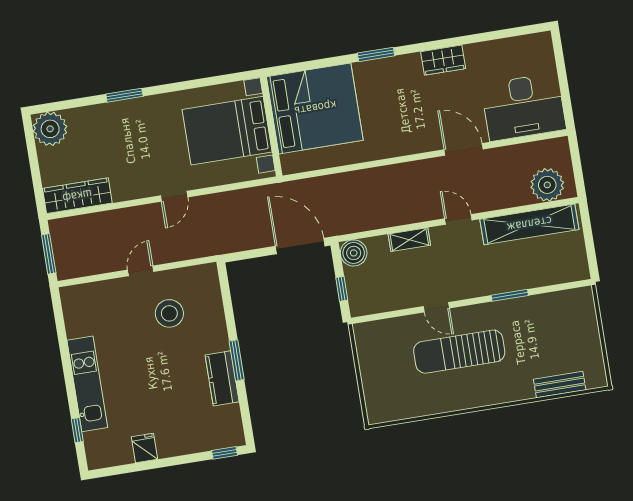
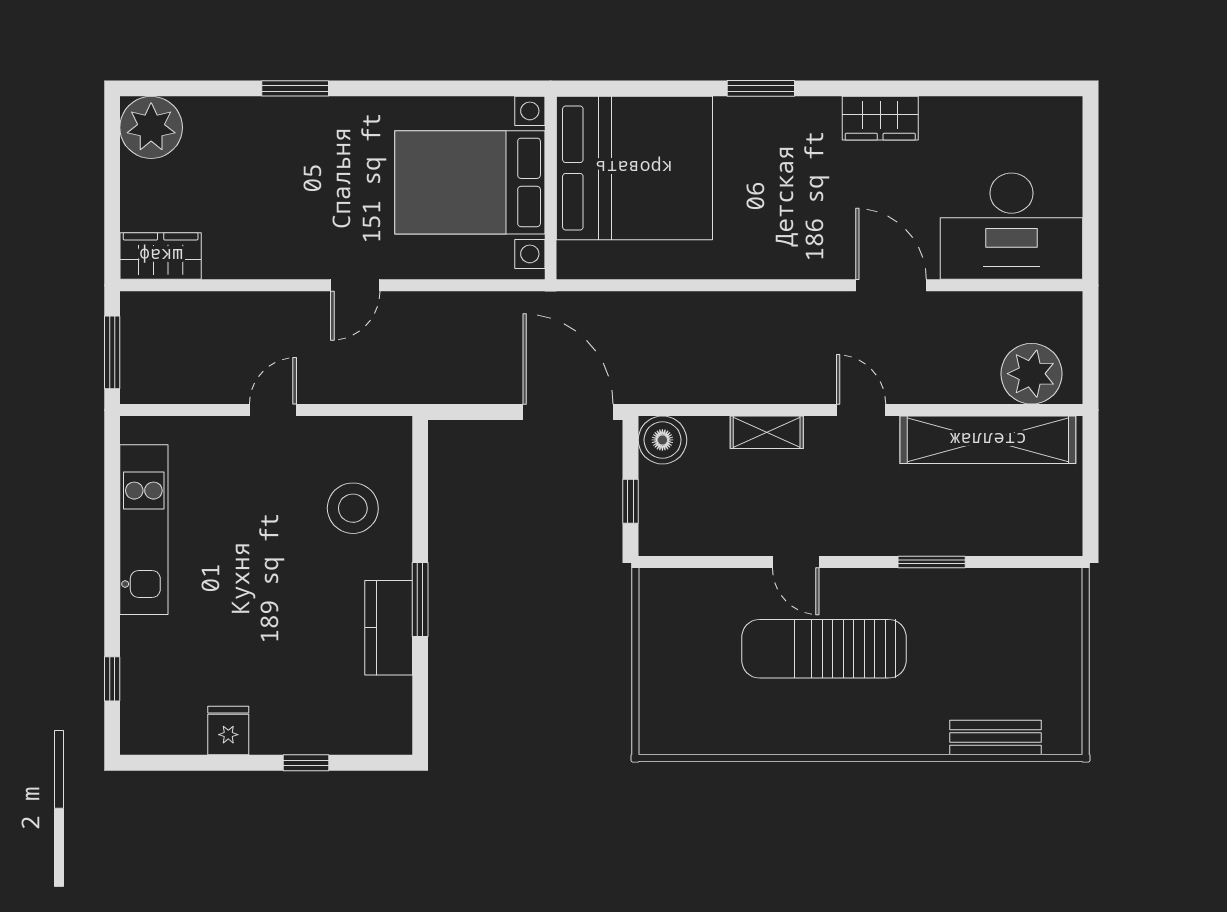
wardrobe: (77, 196) -> (161, 256), width x0.67
stool: (169, 313) -> (353, 508), moved
kitchen unit: (87, 384) -> (144, 530), moved
window: (225, 453) -> (306, 763), moved

